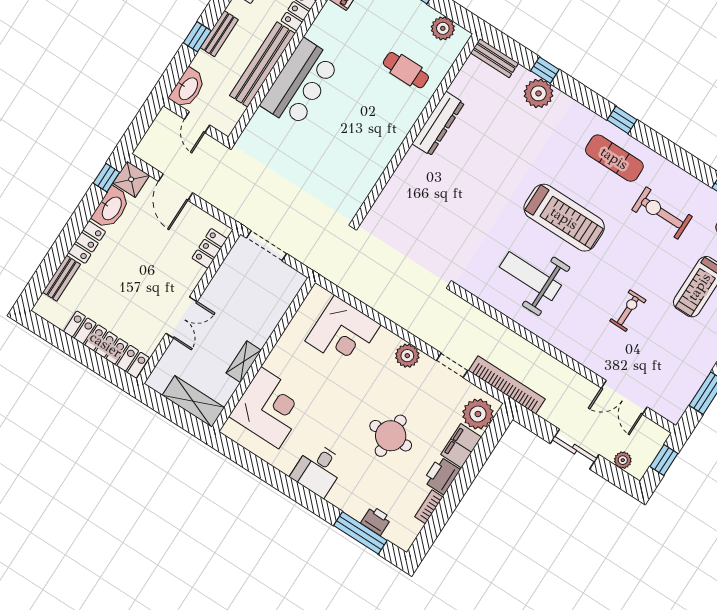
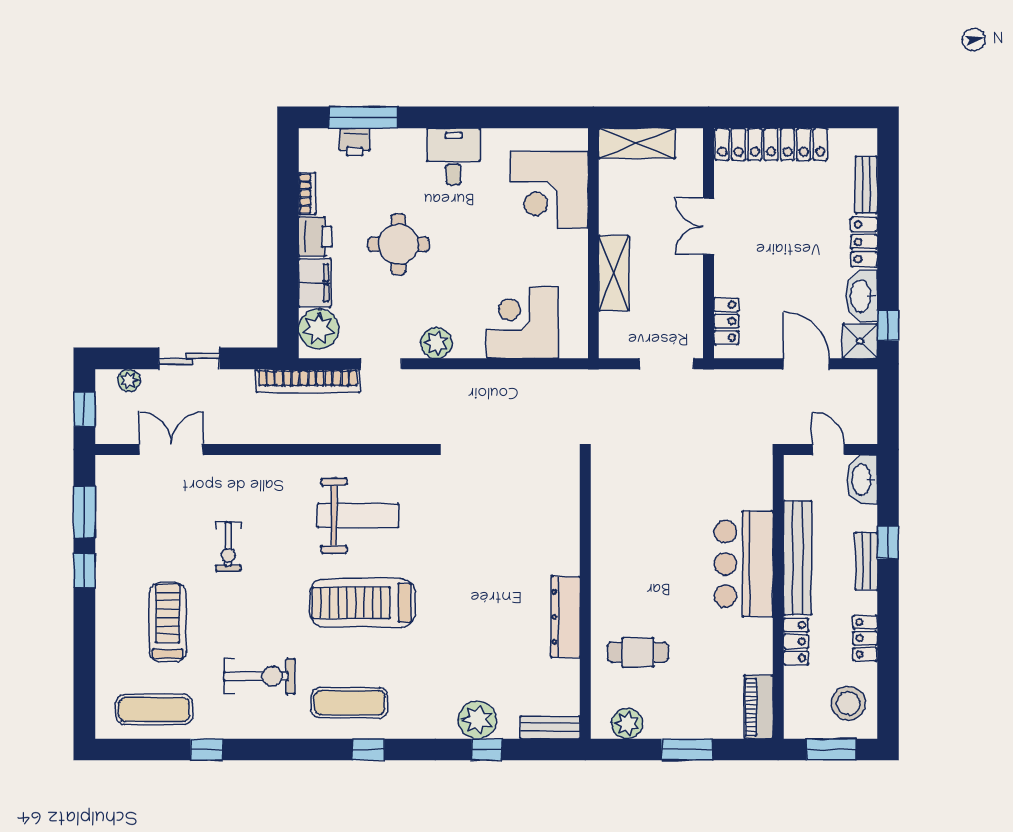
shelving: (244, 362) -> (614, 273), moved, width x1.50, depth x1.33

